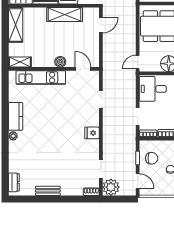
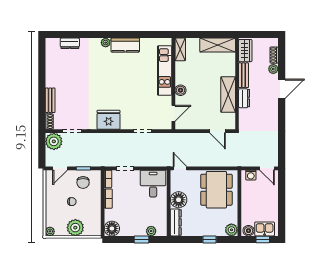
fridge: (92, 133) -> (109, 120), width x1.88, depth x1.34
dresser: (14, 182) -> (70, 43), moved
bench: (48, 191) -> (50, 100), moved

